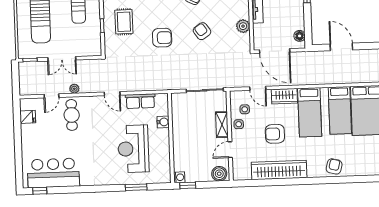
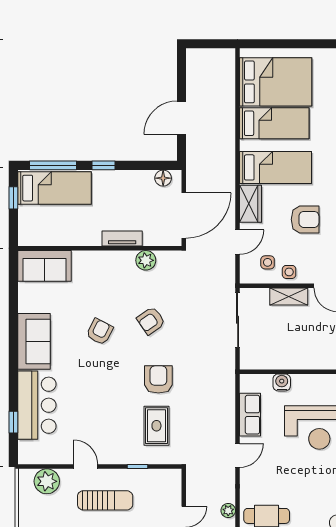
rug: (124, 22) -> (156, 426), moved, turned 90
armchair: (275, 134) -> (305, 219), turned -90

